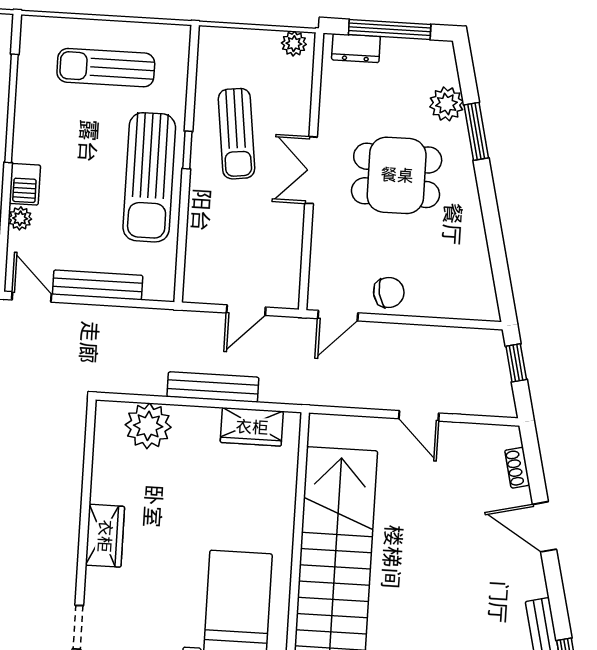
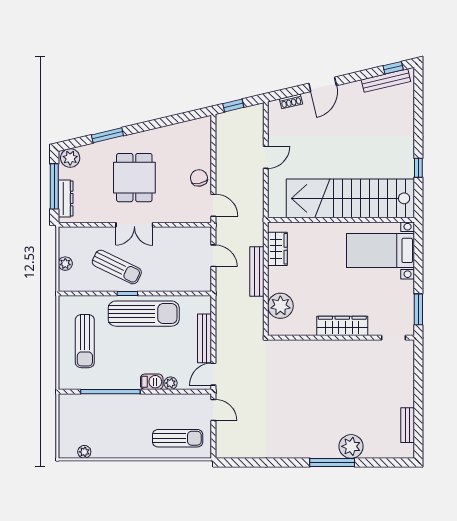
plant: (294, 44) -> (65, 264), moved
dresser: (356, 48) -> (66, 199), width x1.44
plant: (447, 104) -> (70, 158), moved
sun lounger: (236, 134) -> (117, 267), turned 33
wardrobe: (105, 536) -> (342, 326), width x1.50

